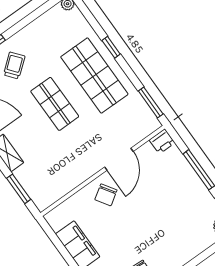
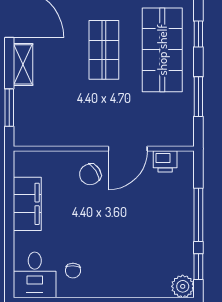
window: (151, 103) -> (198, 97), moved
printer: (162, 141) -> (165, 161), moved

